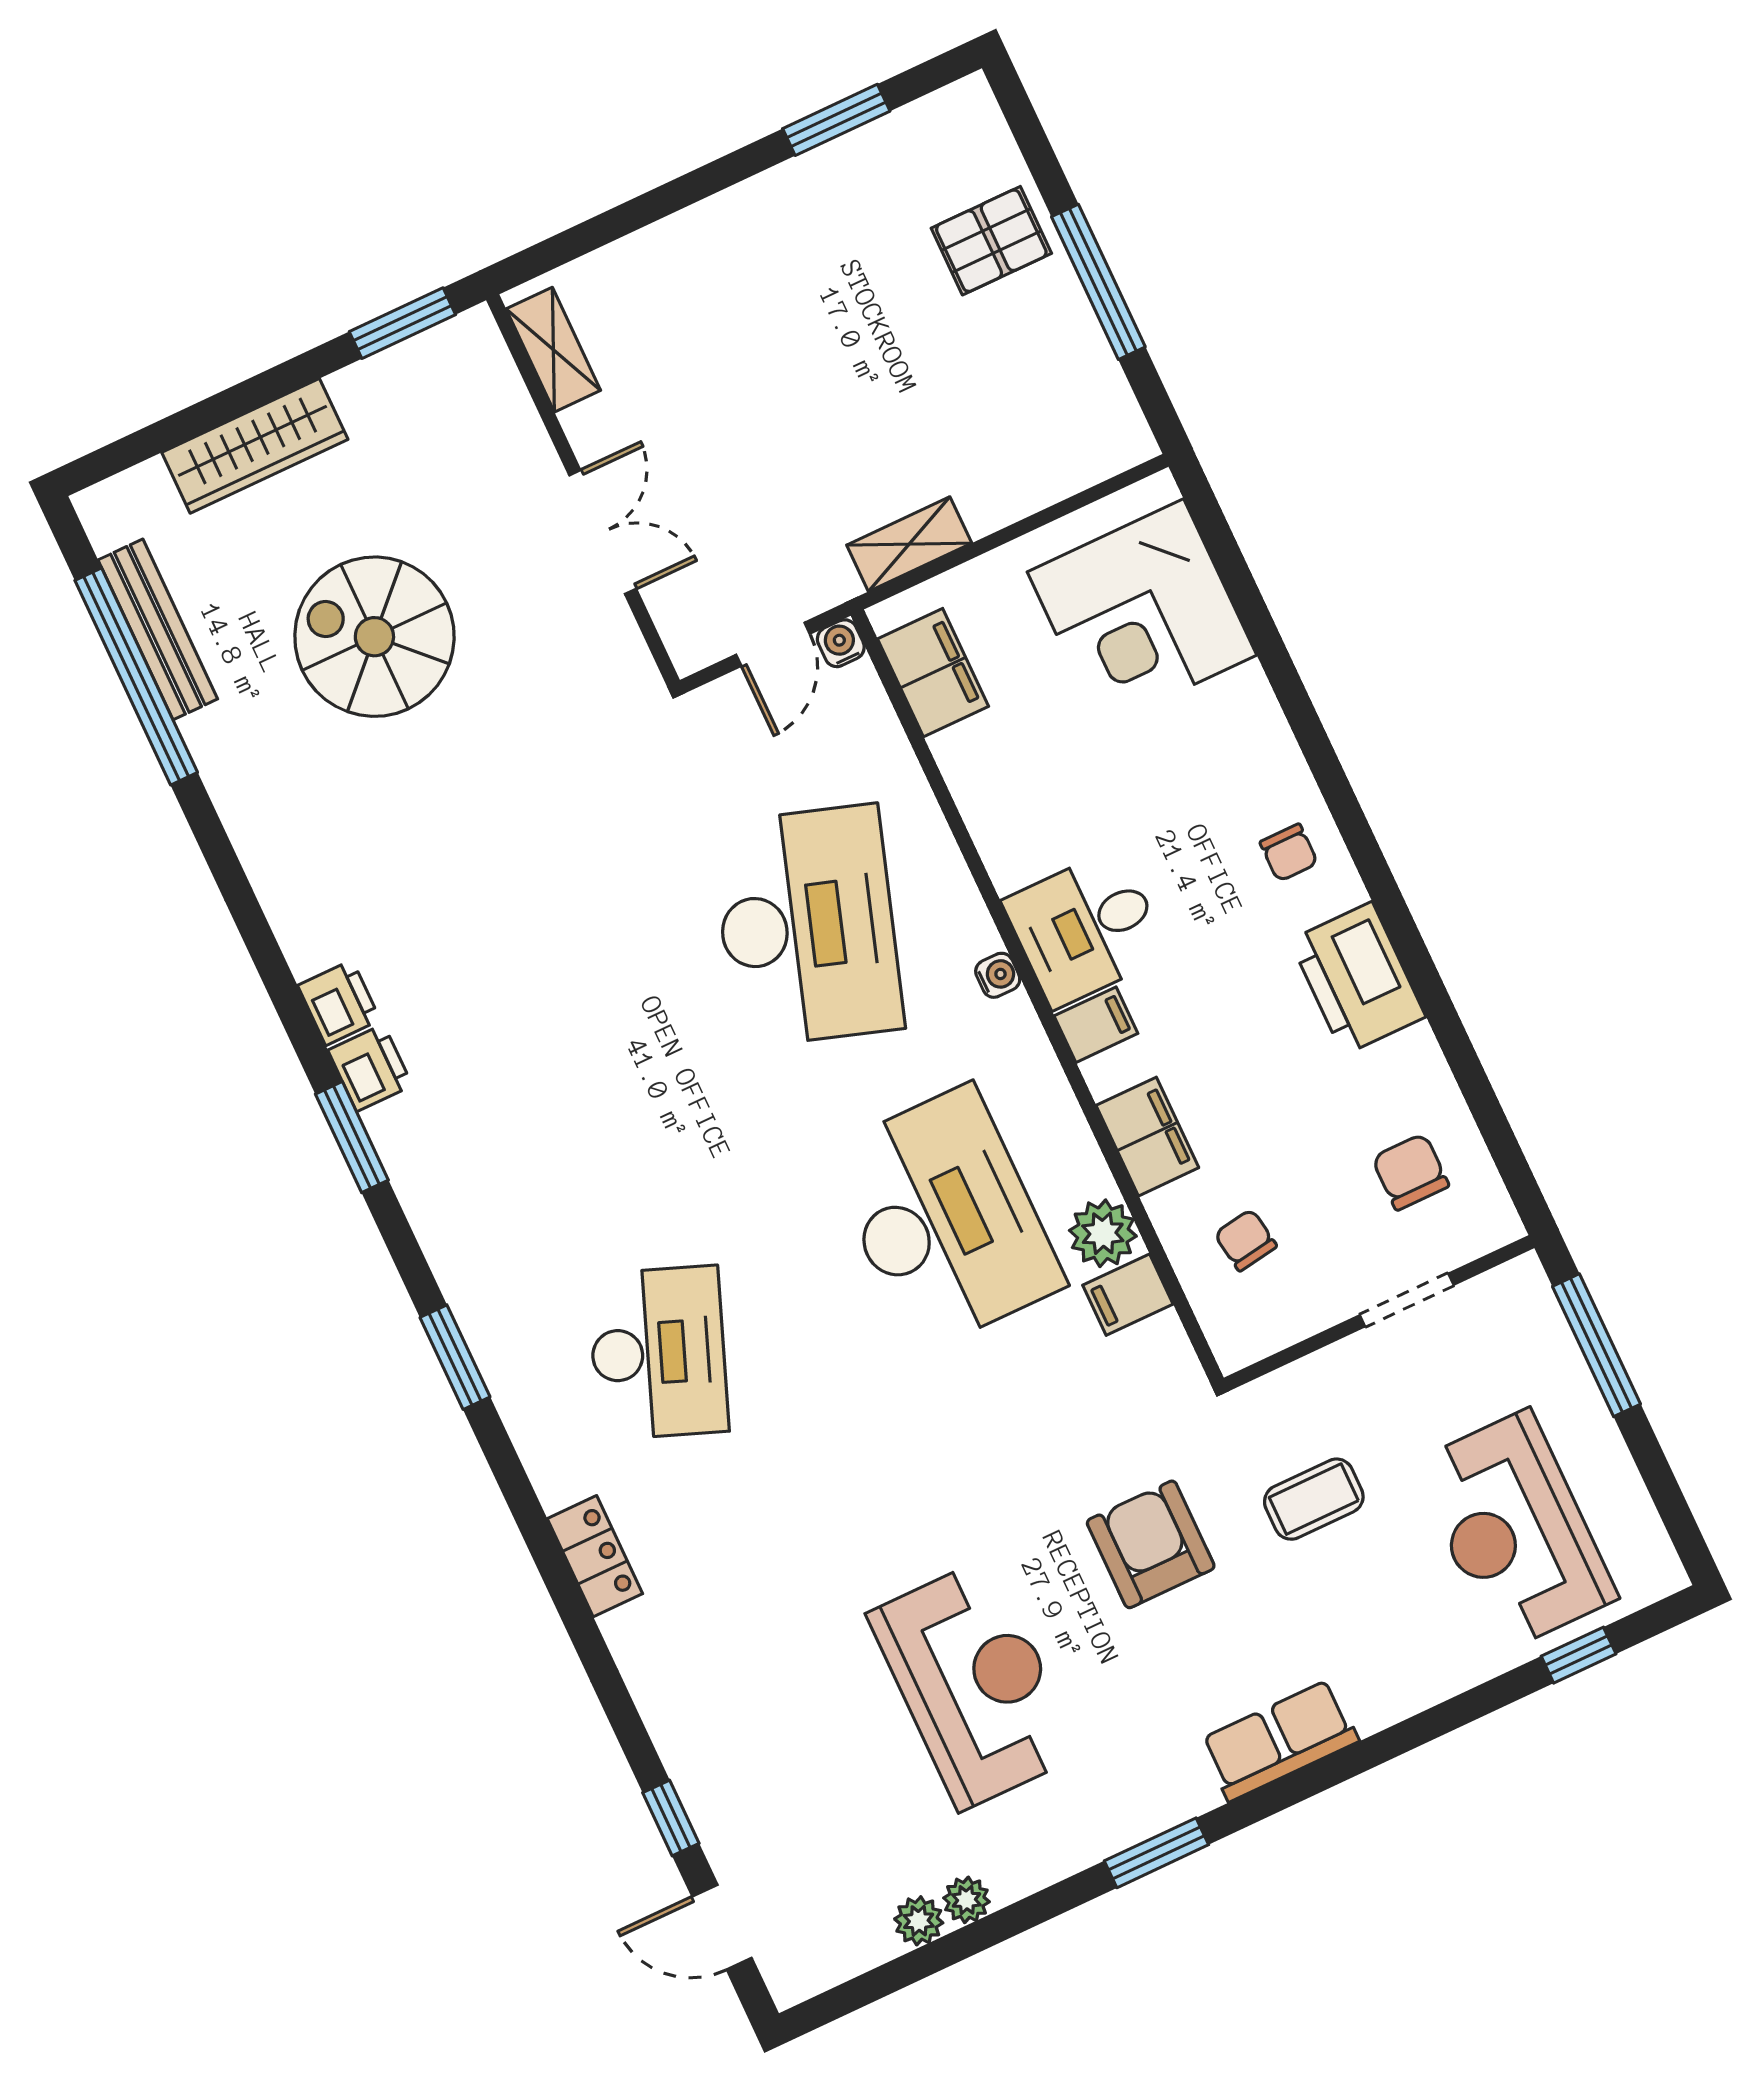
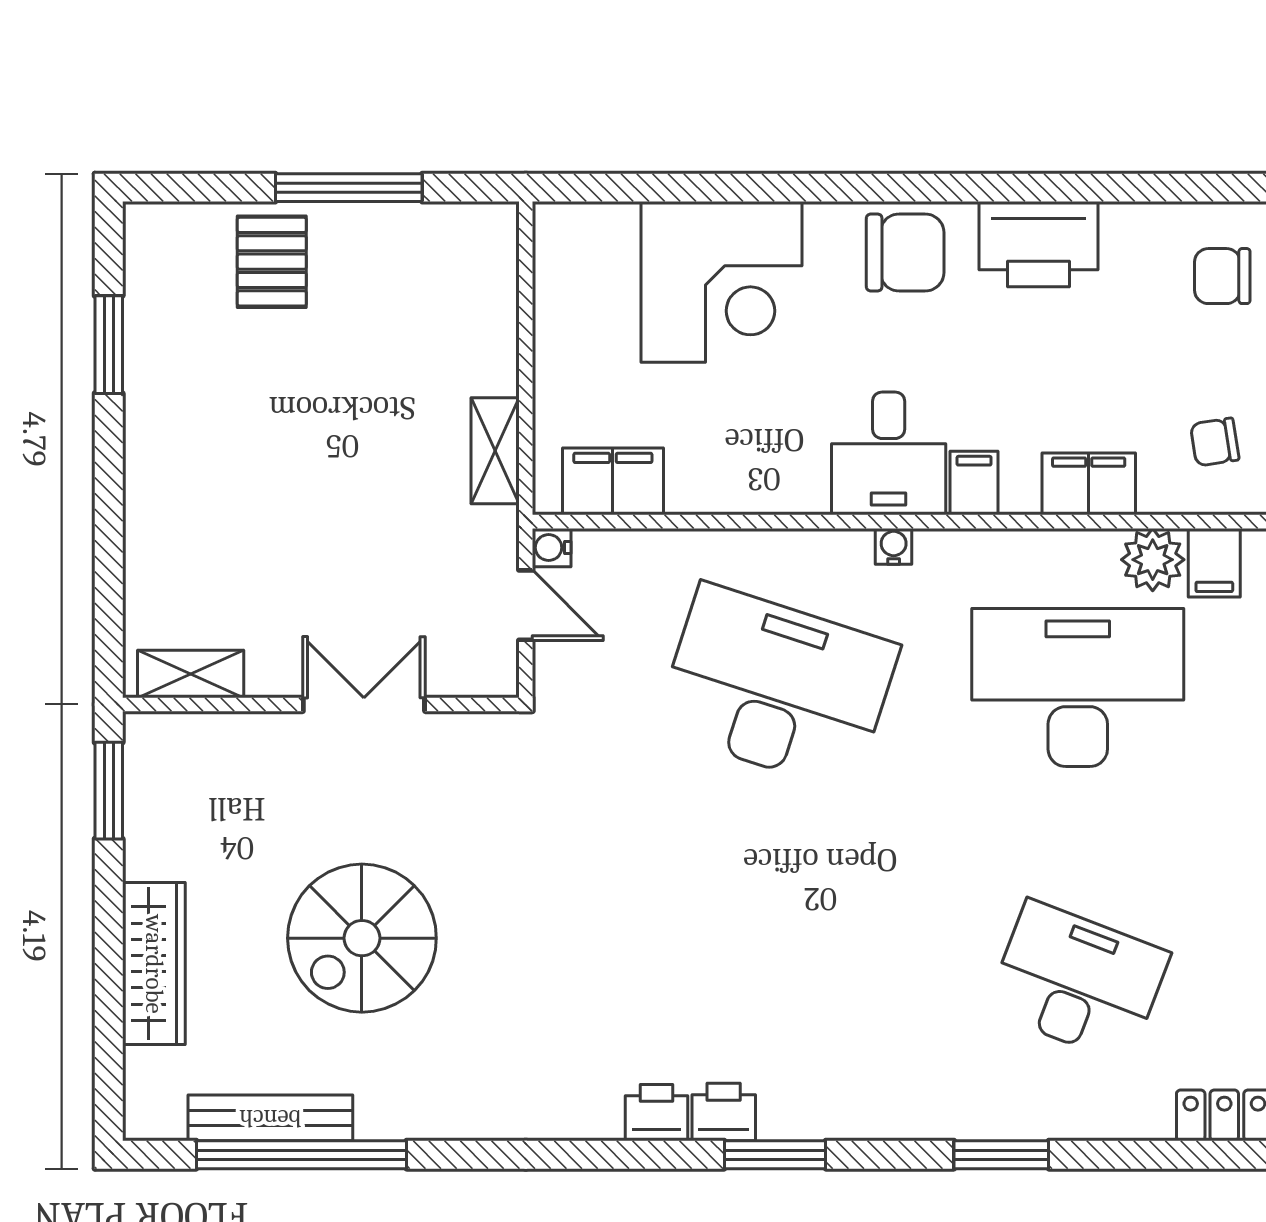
corner desk: (1142, 614) -> (721, 282), moved
chair: (1289, 853) -> (905, 253), width x1.87, depth x1.87

